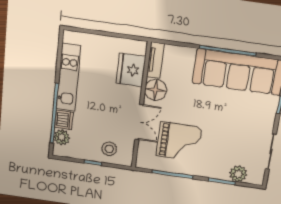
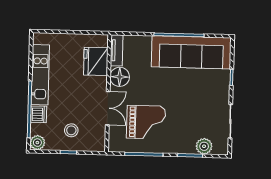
plant: (62, 137) -> (37, 143), moved
stool: (109, 149) -> (71, 130), moved

